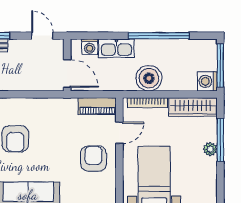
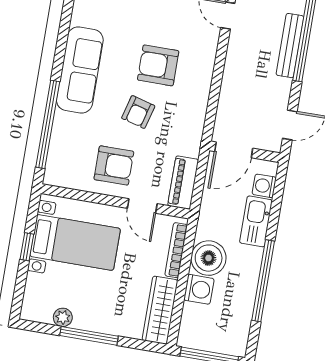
washing machine: (207, 81) -> (199, 289), moved, turned 90
window: (220, 140) -> (89, 336), moved
armchair: (52, 147) -> (138, 112), added
plant: (210, 149) -> (63, 317), moved

